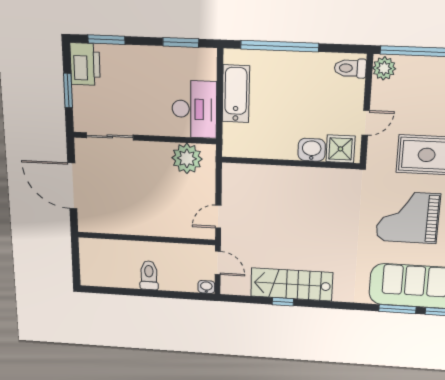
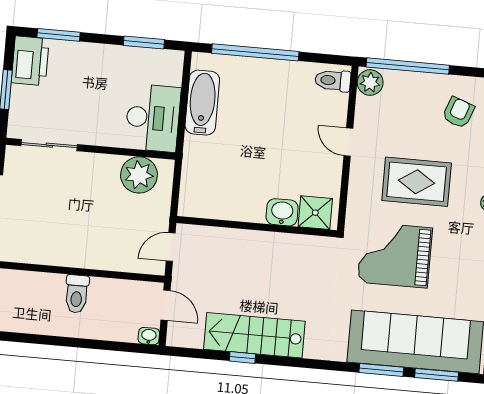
door: (366, 123) -> (348, 142), swing flipped
shower: (340, 149) -> (315, 213), moved
washbasin: (312, 150) -> (282, 212), moved
wall: (290, 163) -> (257, 227), moved
toilet: (149, 275) -> (77, 294), moved, turned 180

